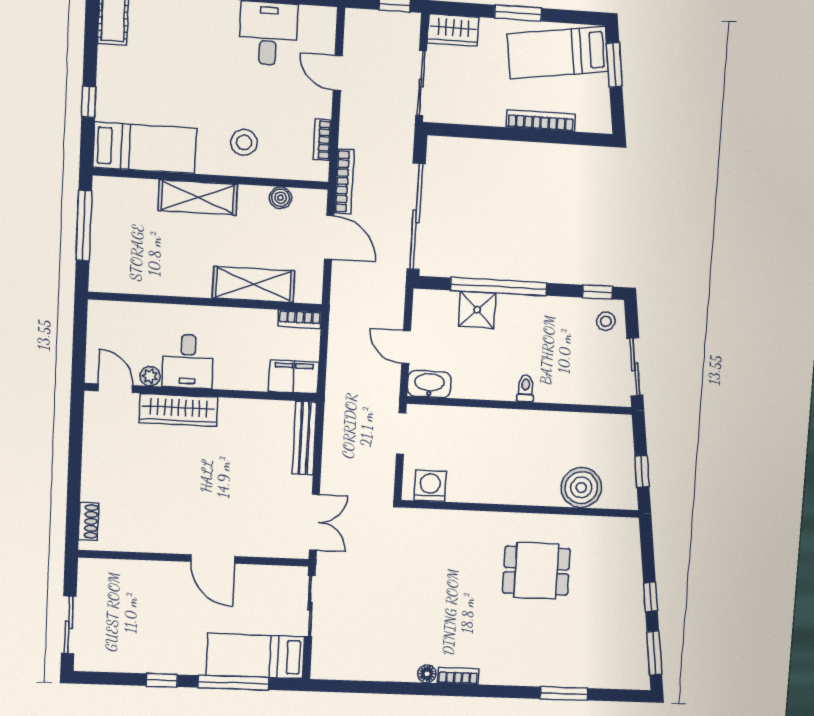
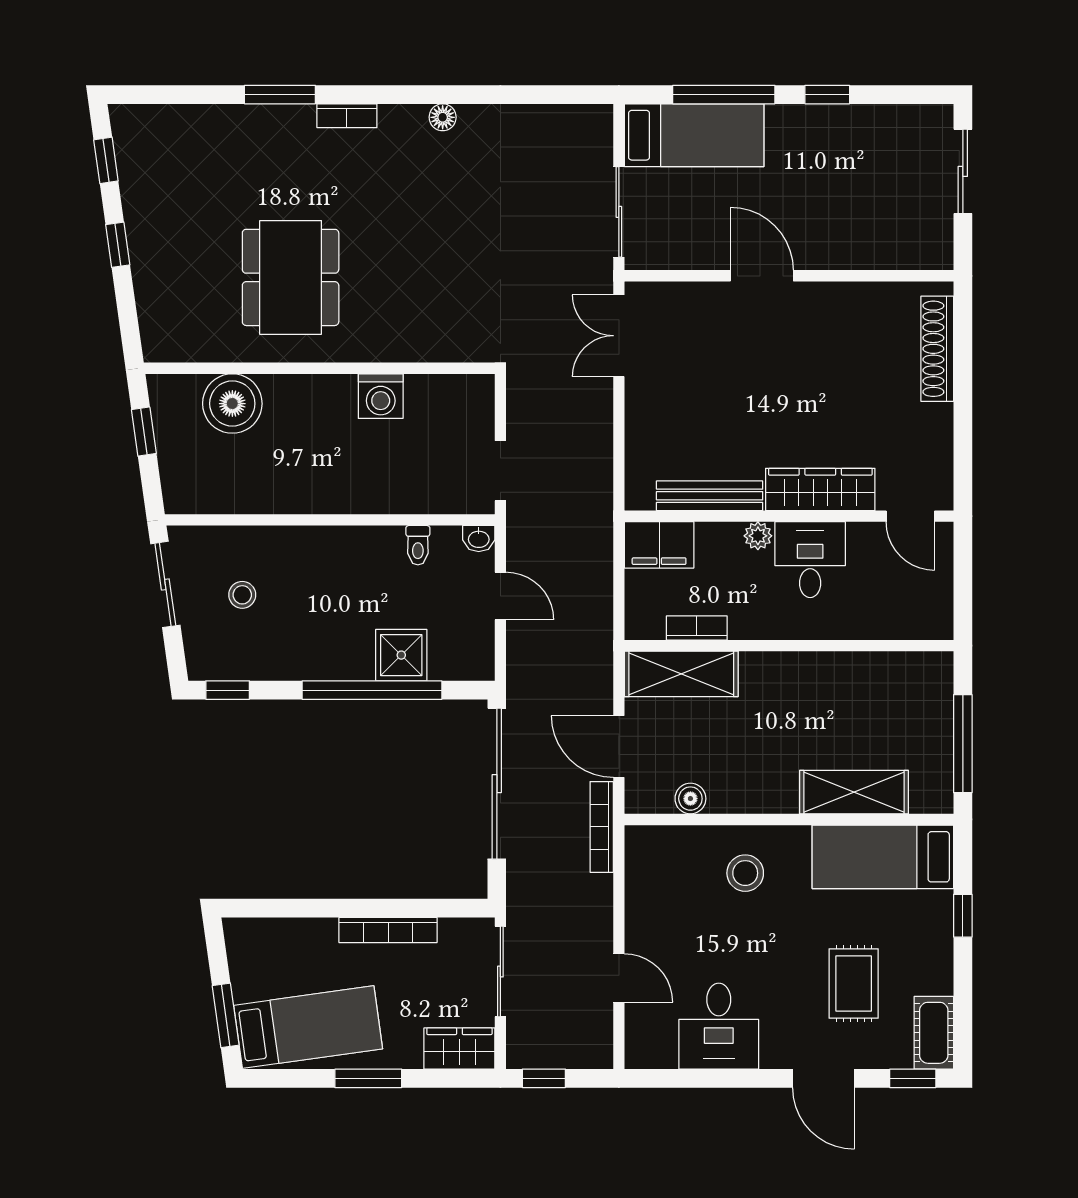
rug: (170, 58) -> (854, 983), added
bookcase: (541, 121) -> (388, 930), moved
bookcase: (322, 140) -> (636, 883), removed
shelving: (198, 197) -> (854, 792), moved
shelving: (254, 284) -> (681, 674), moved
bookcase: (300, 319) -> (697, 628), moved
stool: (606, 321) -> (242, 595), moved
plant: (150, 376) -> (758, 536), moved
washbasin: (429, 384) -> (479, 539), width x0.52, depth x0.69
toilet: (526, 388) -> (418, 545), moved
bench: (305, 438) -> (710, 496), moved, turned 90
washing machine: (430, 486) -> (381, 396), moved
shoe rack: (89, 521) -> (937, 349), width x1.94, depth x1.24
dining table: (536, 571) -> (291, 277), width x1.38
window: (654, 653) -> (106, 160), width x0.67
bookcase: (458, 676) -> (347, 116), moved
window: (564, 693) -> (280, 95), moved

